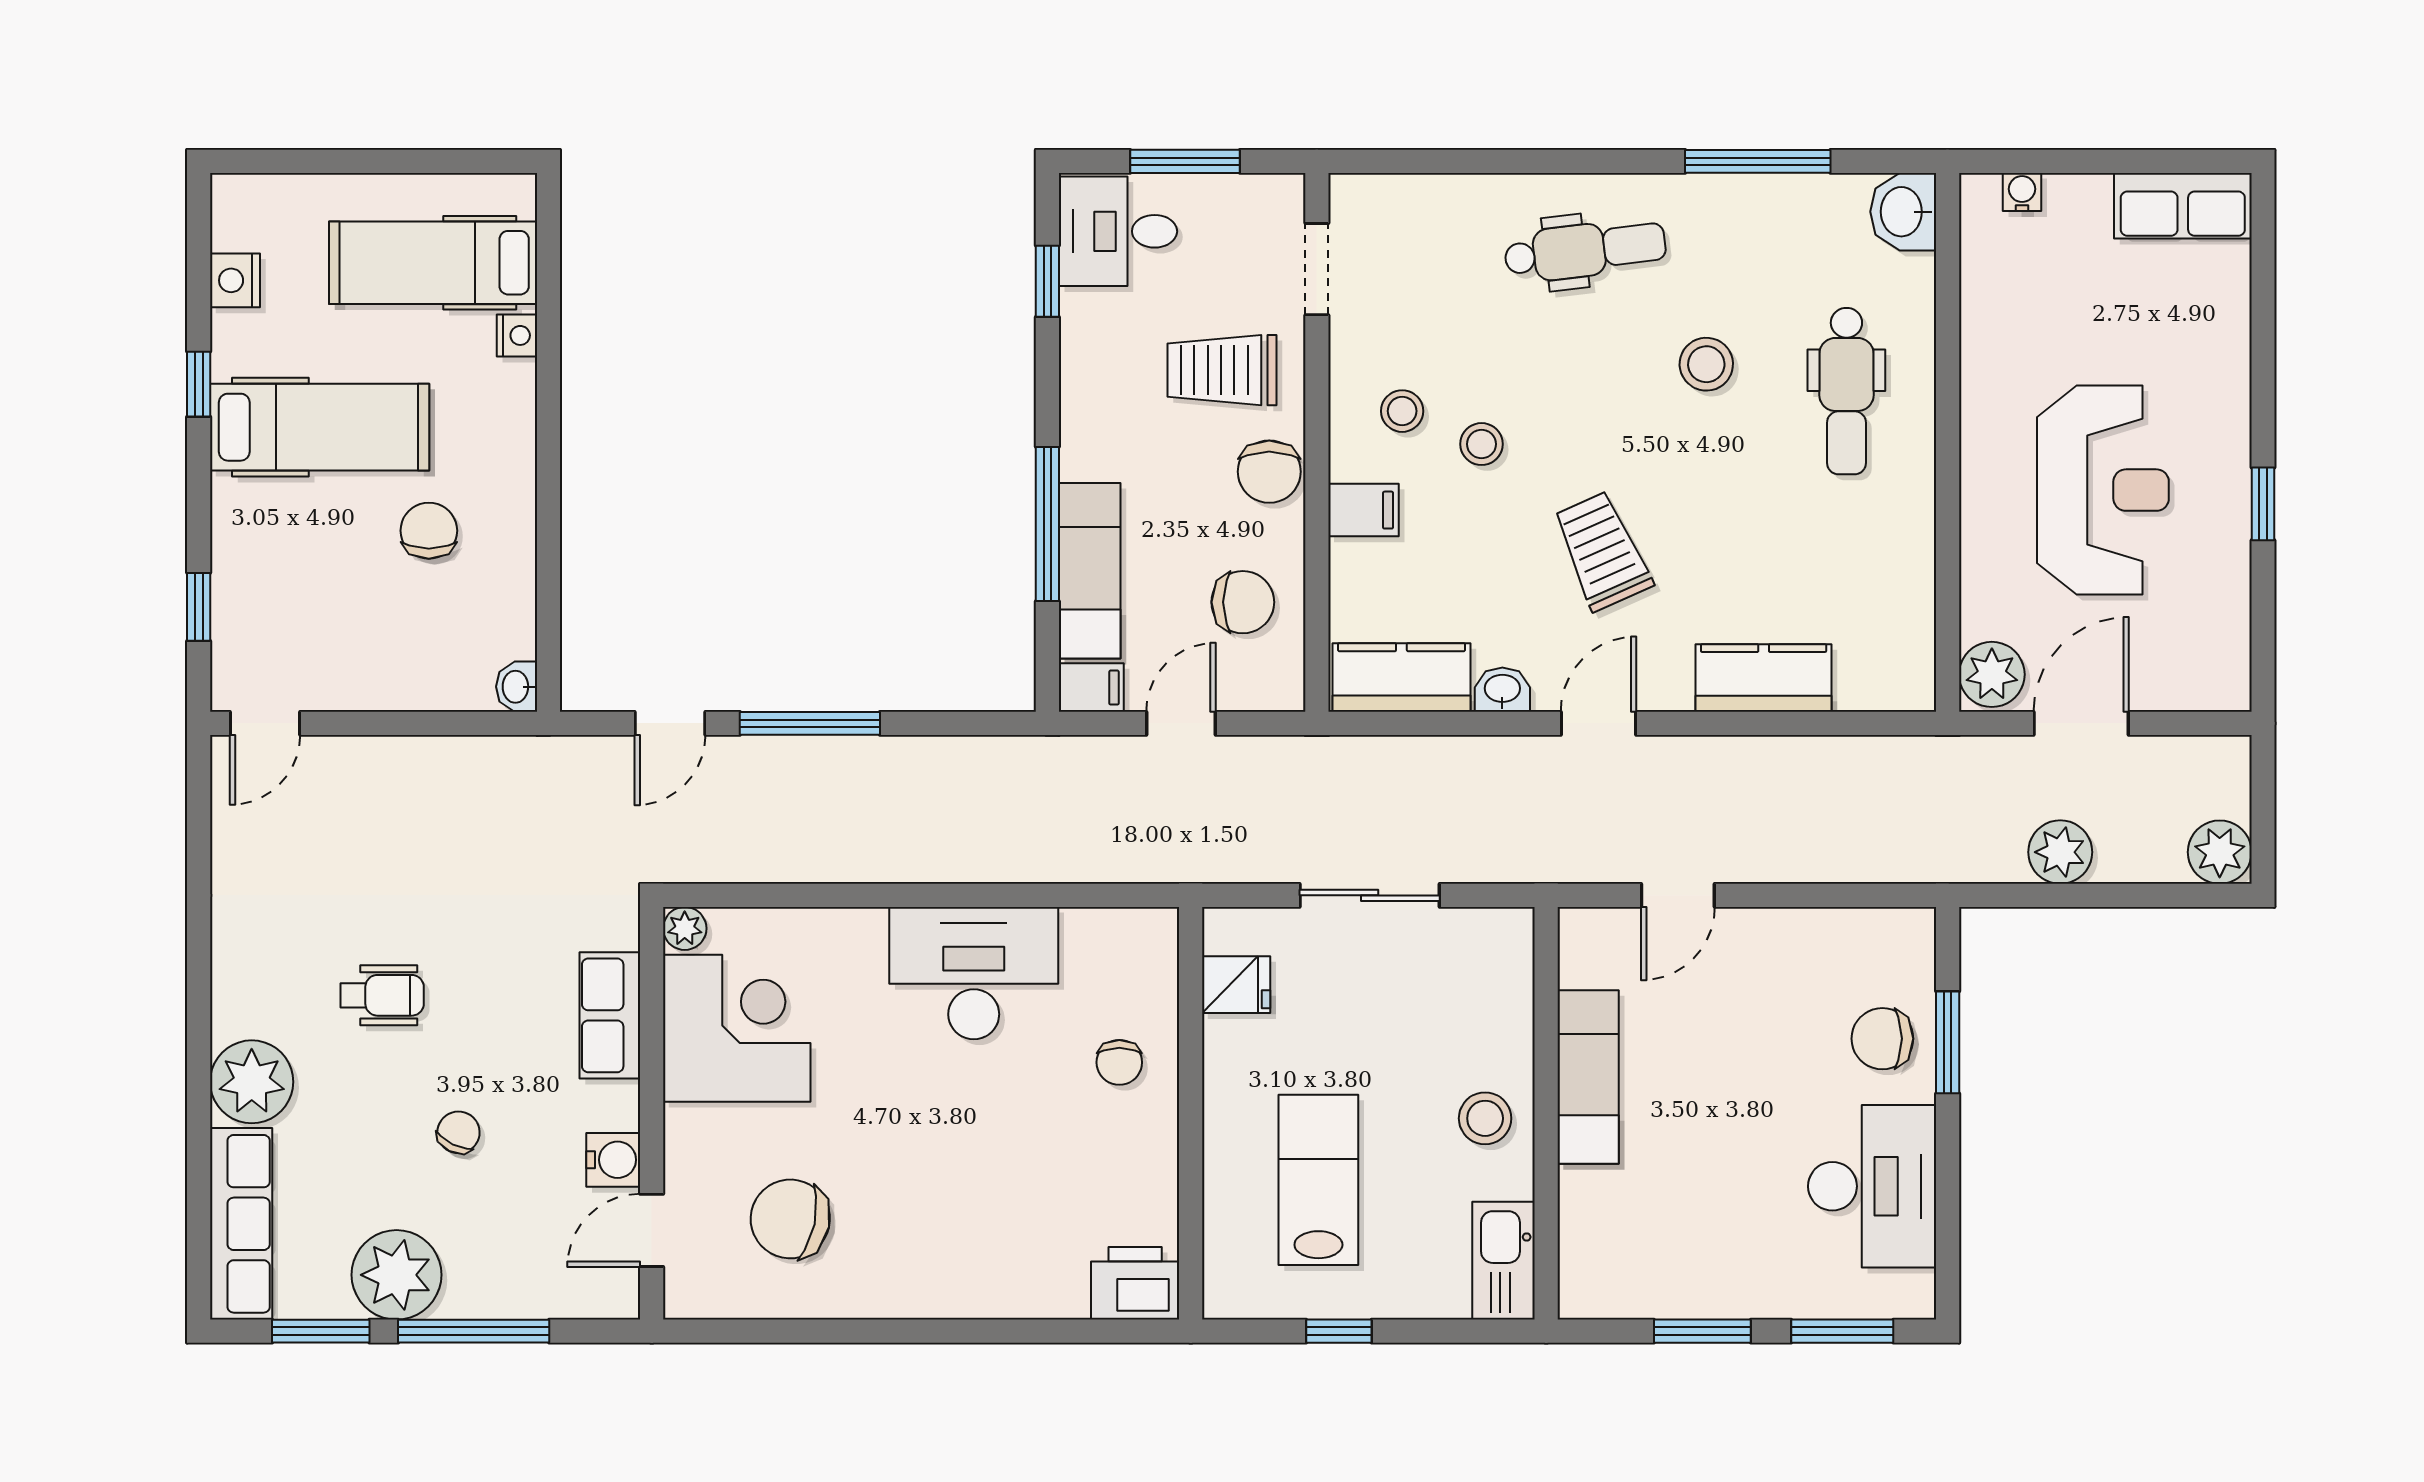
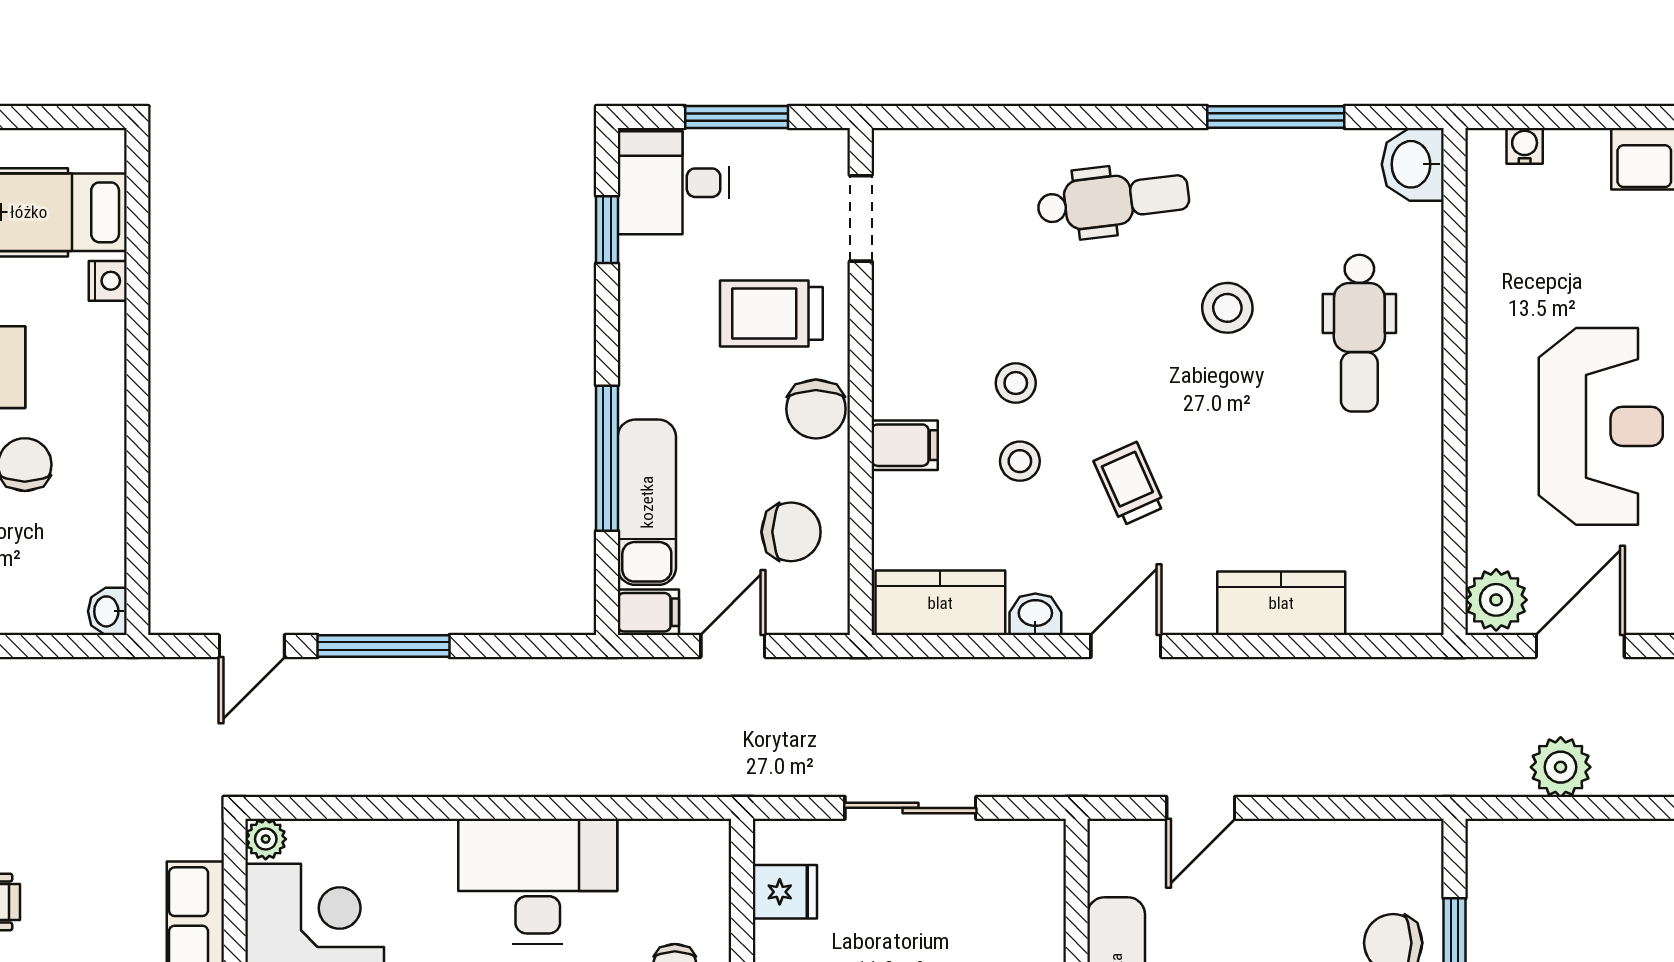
stool: (1402, 411) -> (1020, 461), moved
trolley: (1602, 551) -> (1129, 484), width x0.73, depth x0.72

